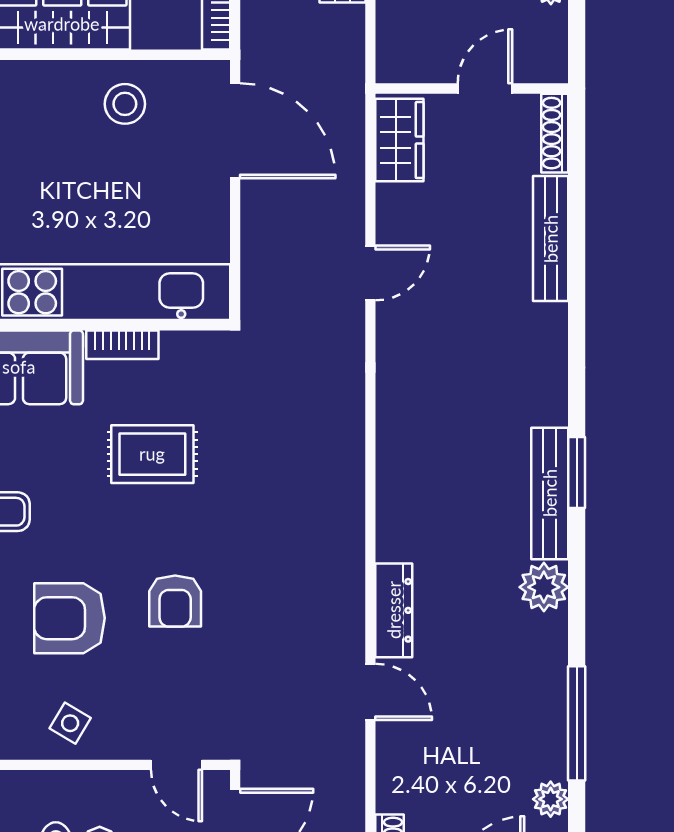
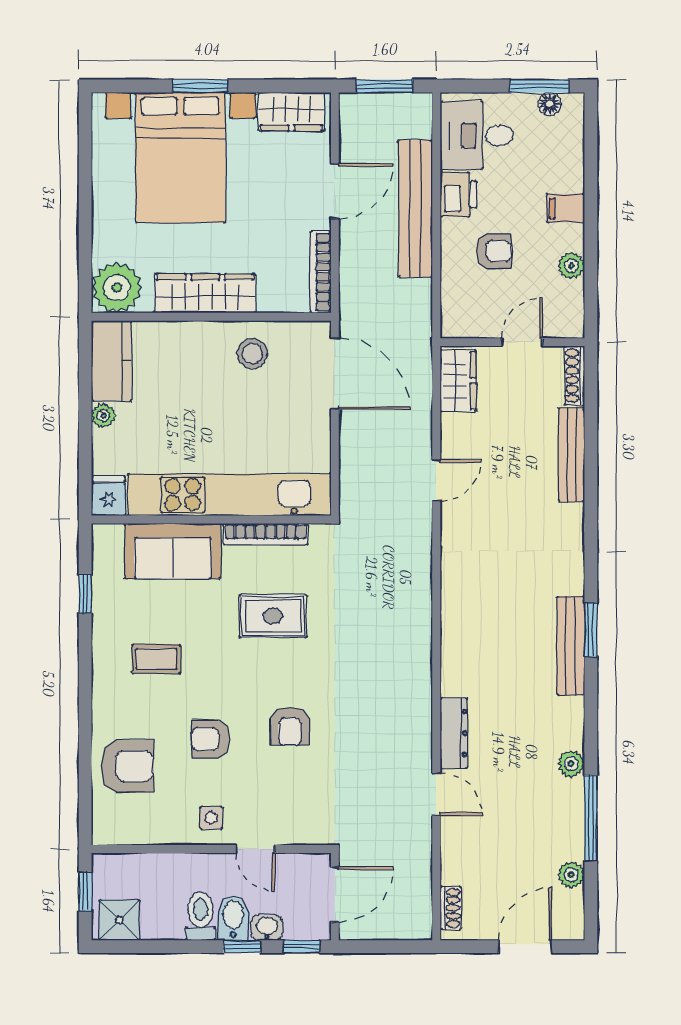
bookcase: (122, 345) -> (266, 534), width x1.56
plant: (544, 587) -> (571, 764), moved, width x0.73, depth x0.73
armchair: (69, 618) -> (211, 739), width x0.72, depth x0.72
side table: (70, 723) -> (211, 818), turned -31
door: (177, 765) -> (255, 849), moved

